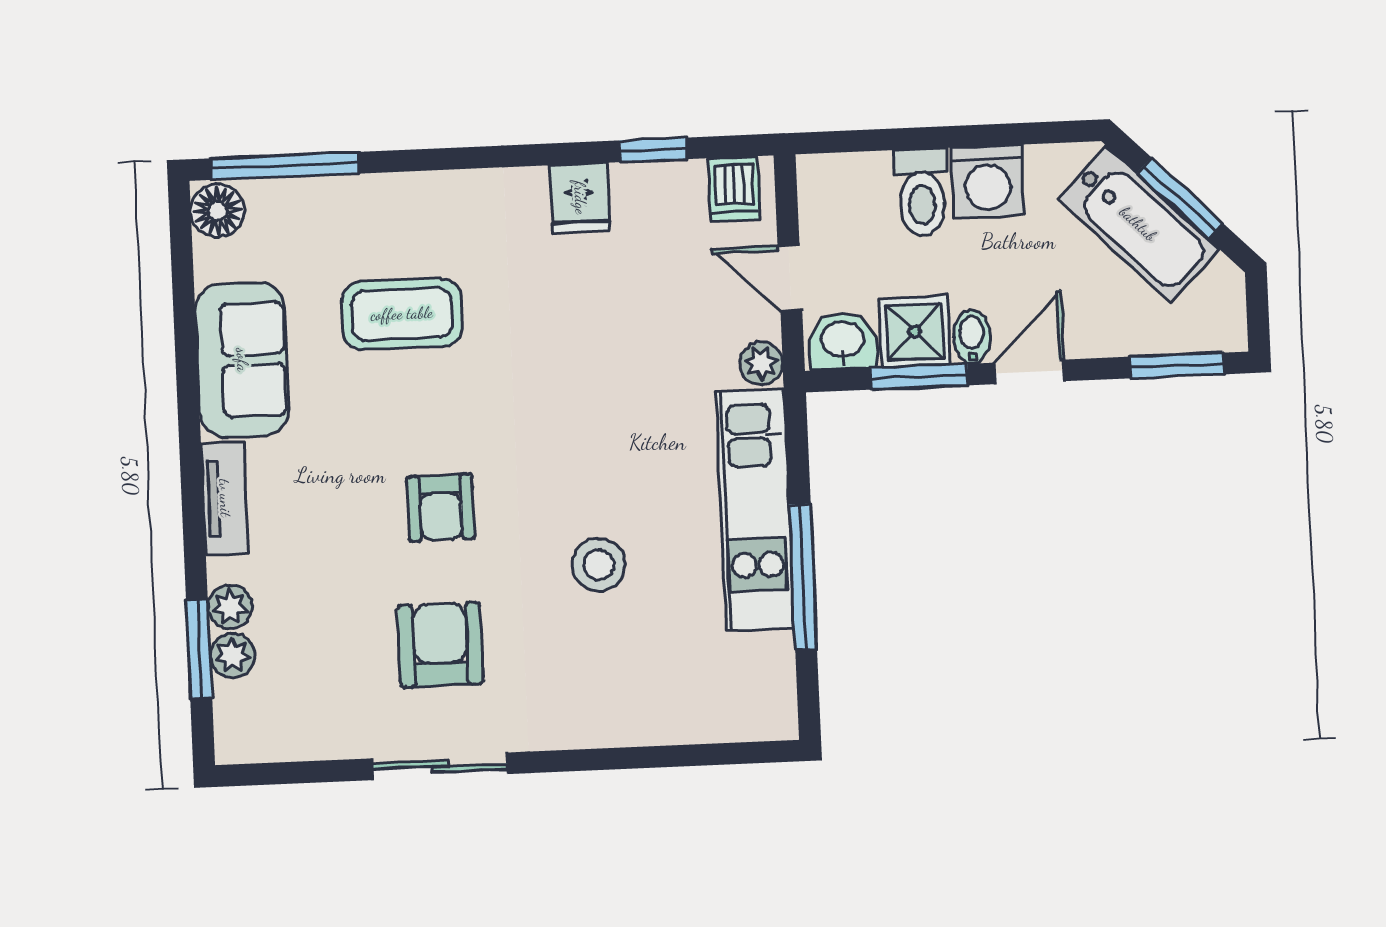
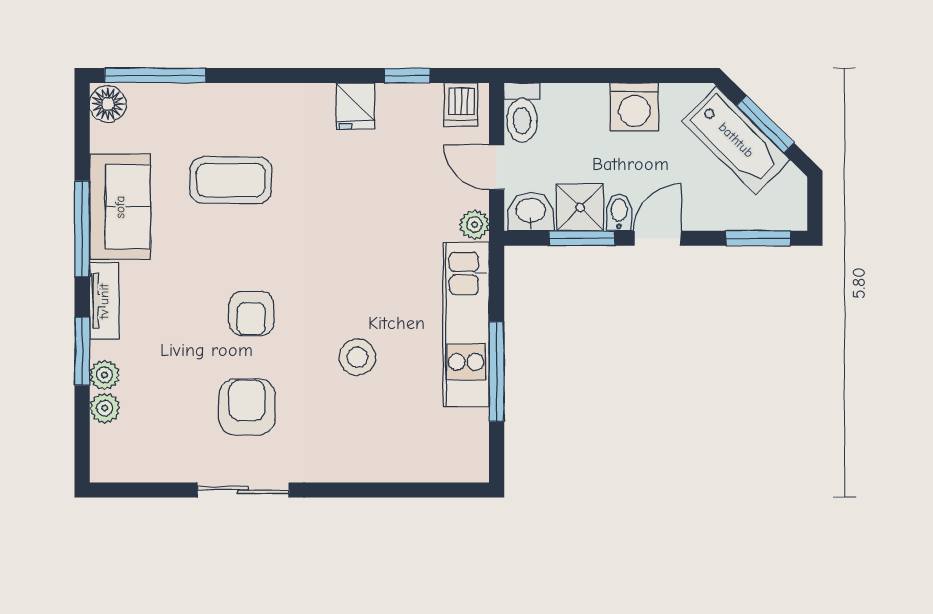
toilet: (922, 193) -> (522, 113), moved
window: (188, 395) -> (82, 229), added
window: (199, 649) -> (82, 351), moved

